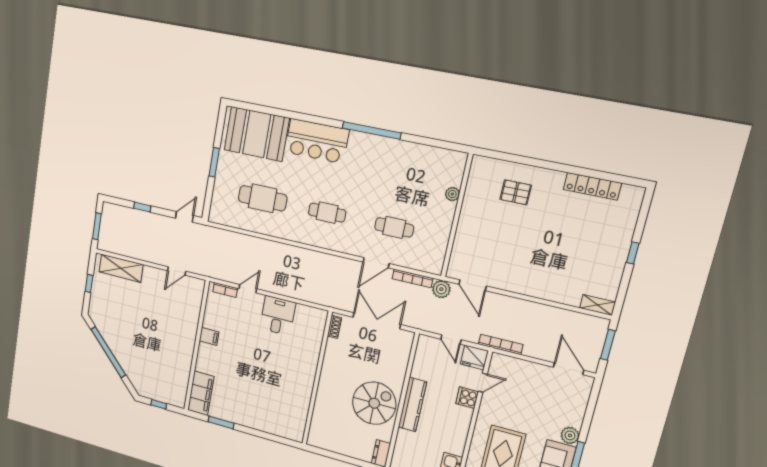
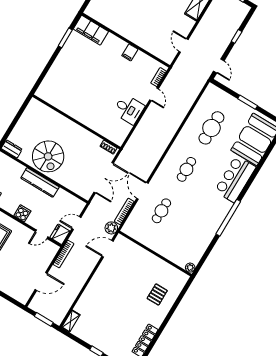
plant: (452, 194) -> (190, 268), moved
door: (569, 369) -> (41, 281), moved
door: (483, 383) -> (42, 234), hinge flipped
cooker: (467, 398) -> (22, 213), moved

